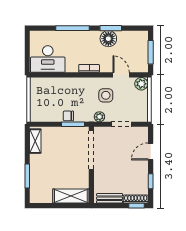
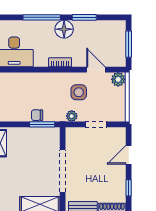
floor lamp: (108, 39) -> (64, 29), moved
doorway: (91, 150) -> (63, 171), moved

